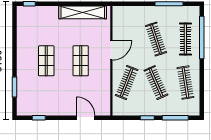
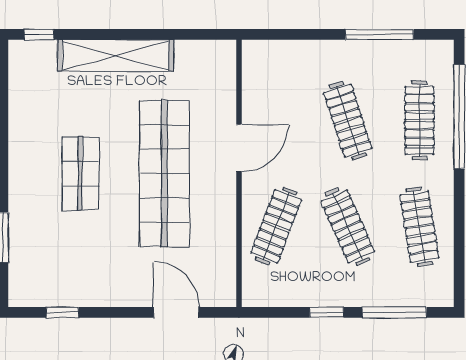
shelving: (83, 12) -> (116, 55), moved
shop shelf: (81, 61) -> (164, 173), width x2.00, depth x1.36

